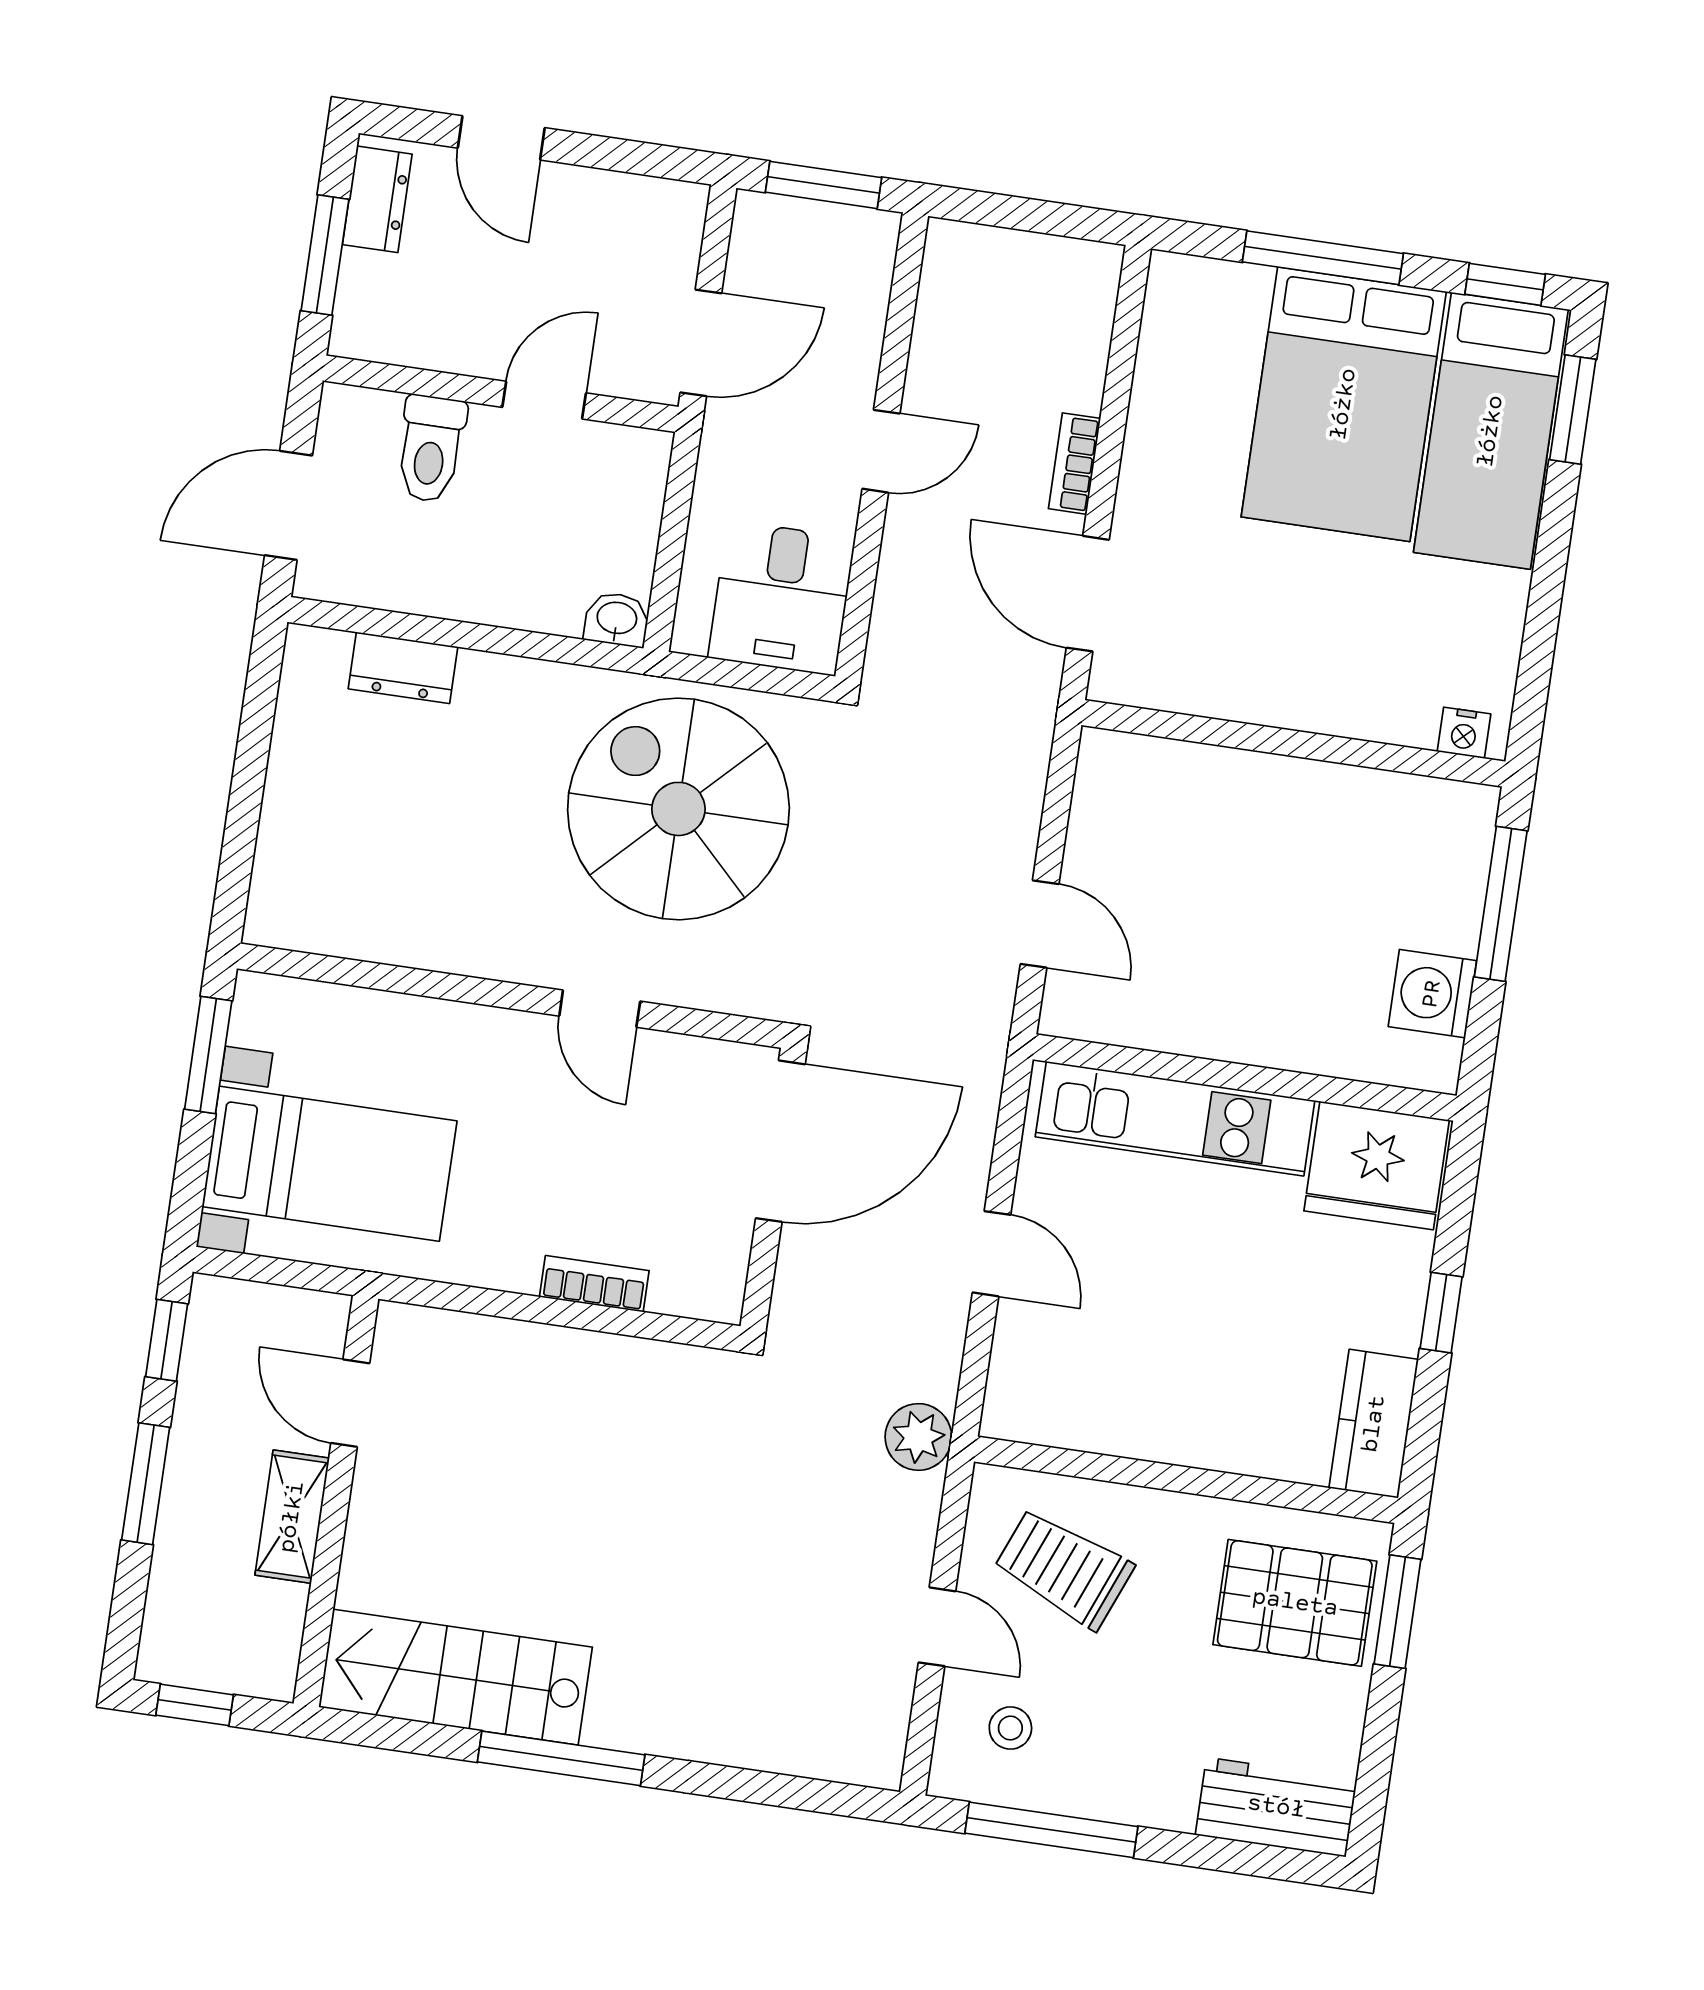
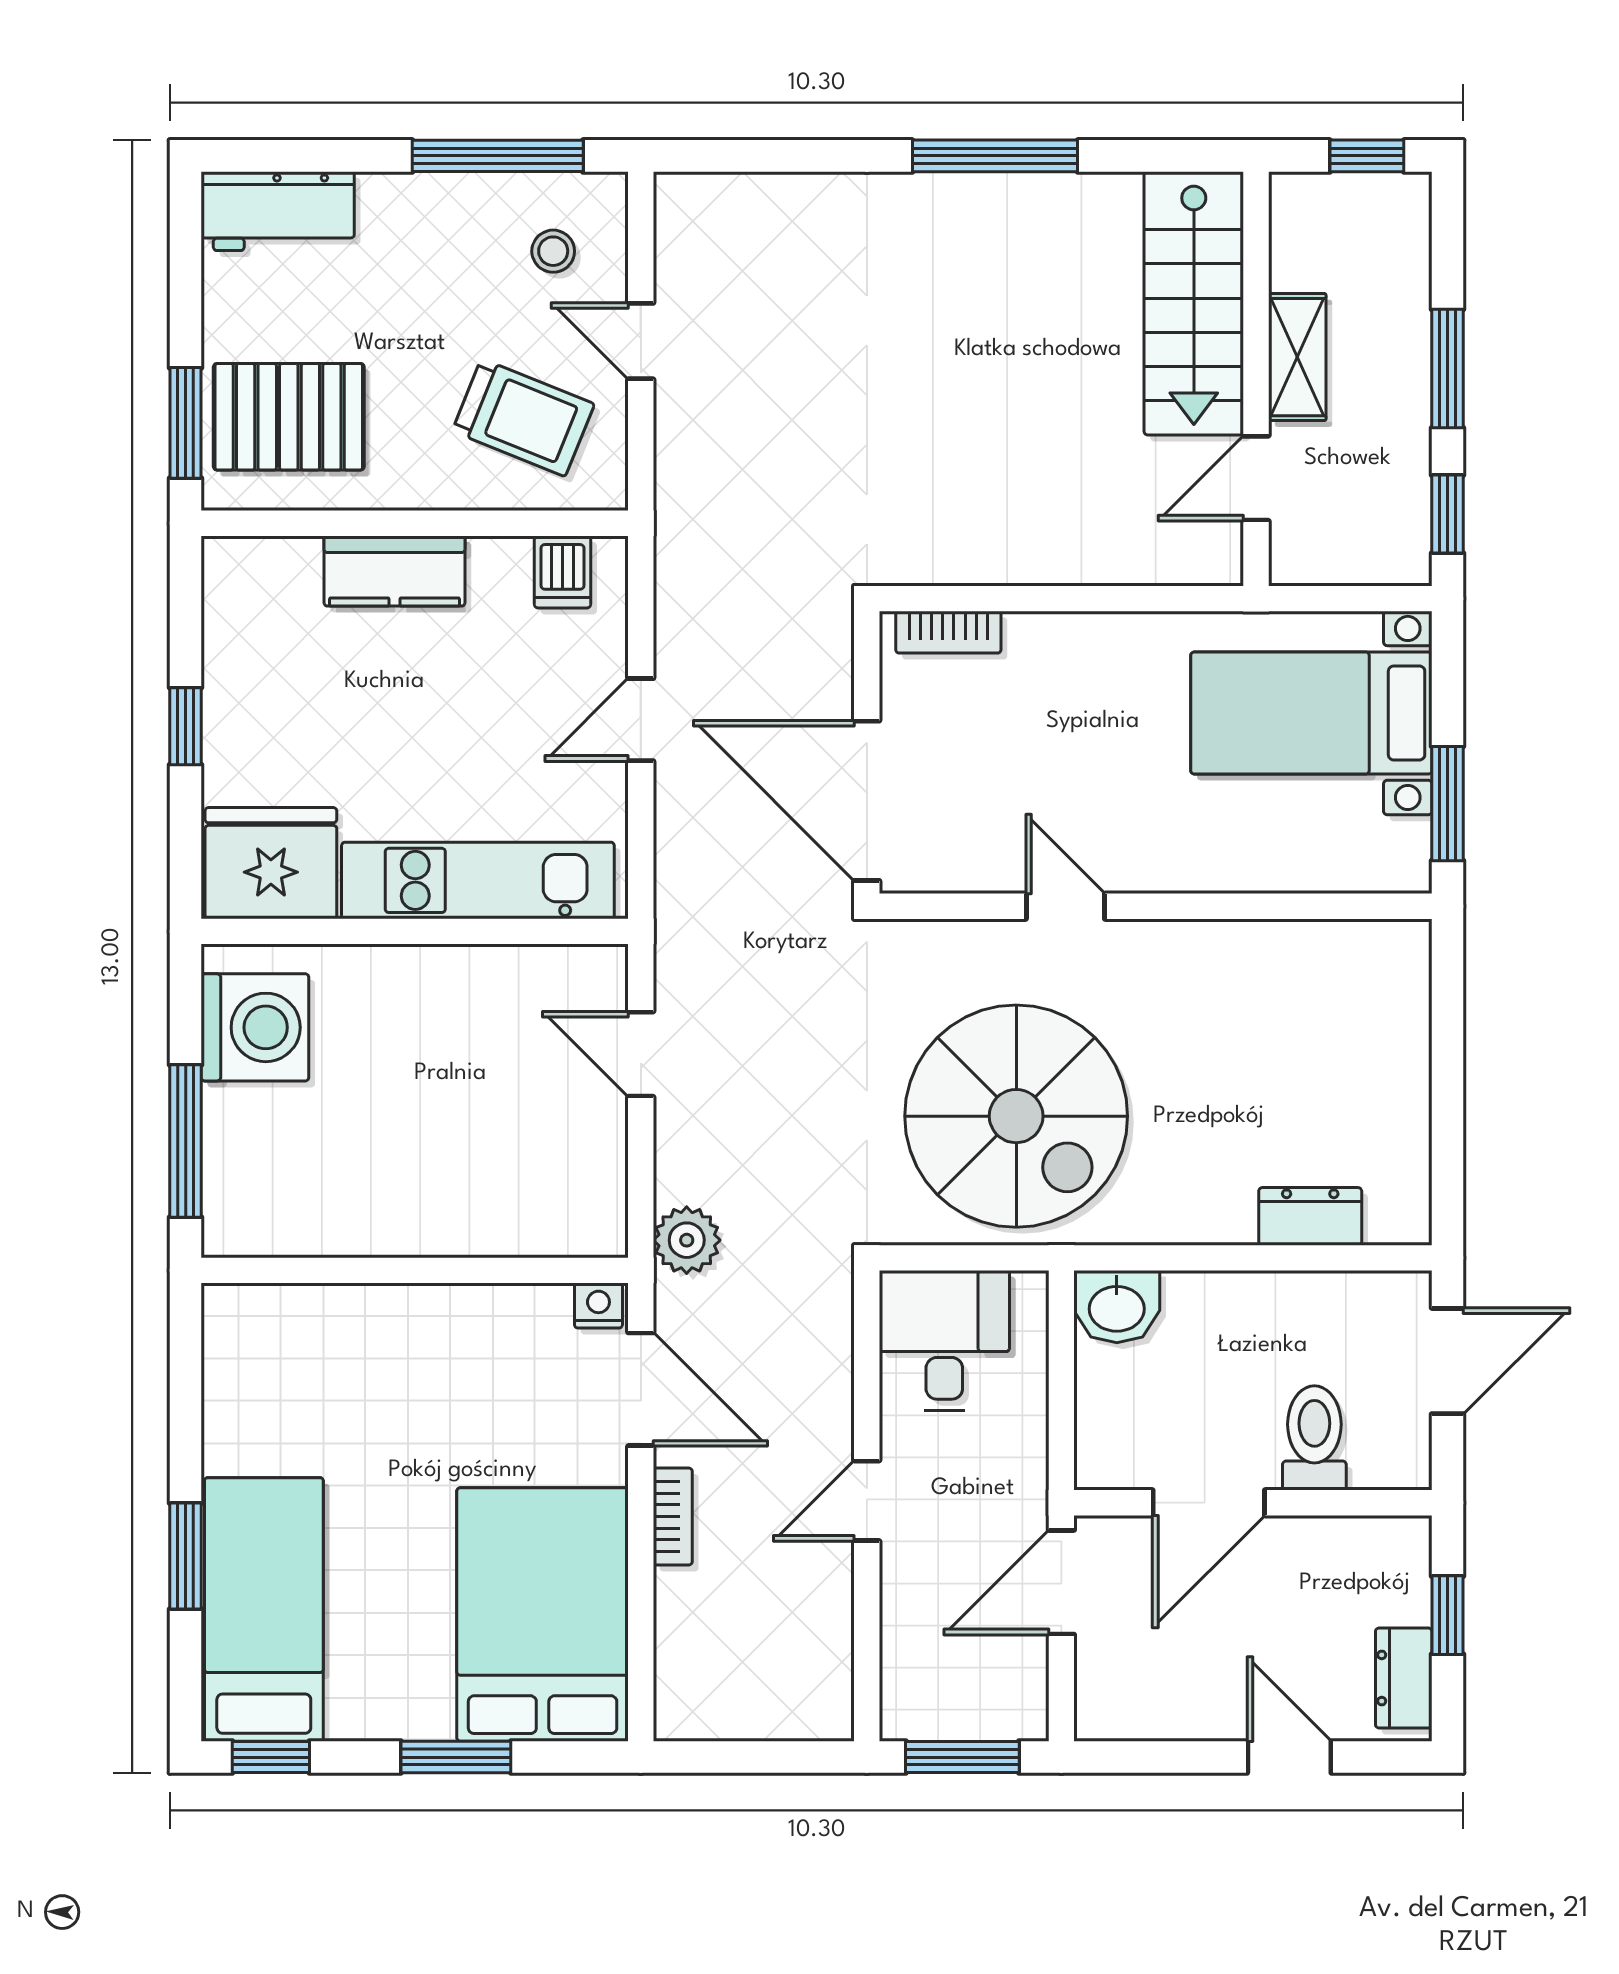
window: (325, 255) -> (1448, 1615), width x0.67
window: (1323, 258) -> (456, 1757), width x0.69
door: (544, 400) -> (1209, 1503), width x1.38
bed: (1344, 404) -> (543, 1614), moved
window: (1573, 410) -> (186, 1556), moved
washbasin: (617, 619) -> (1117, 1307), width x1.38, depth x1.45
nightstand: (1464, 733) -> (598, 1306), moved
washing machine: (1432, 994) -> (255, 1027), width x1.37, depth x1.37
door: (780, 1141) -> (867, 801), hinge flipped
door: (991, 1254) -> (641, 720), hinge flipped
bookcase: (594, 1284) -> (948, 632), moved
door: (350, 1403) -> (1256, 478), swing flipped
dishwasher: (1047, 1411) -> (562, 572), added
kitchen counter: (1374, 1424) -> (394, 571), moved, turned 90
plant: (918, 1437) -> (687, 1240), moved
stairs: (455, 1677) -> (1194, 303), moved, turned 90

